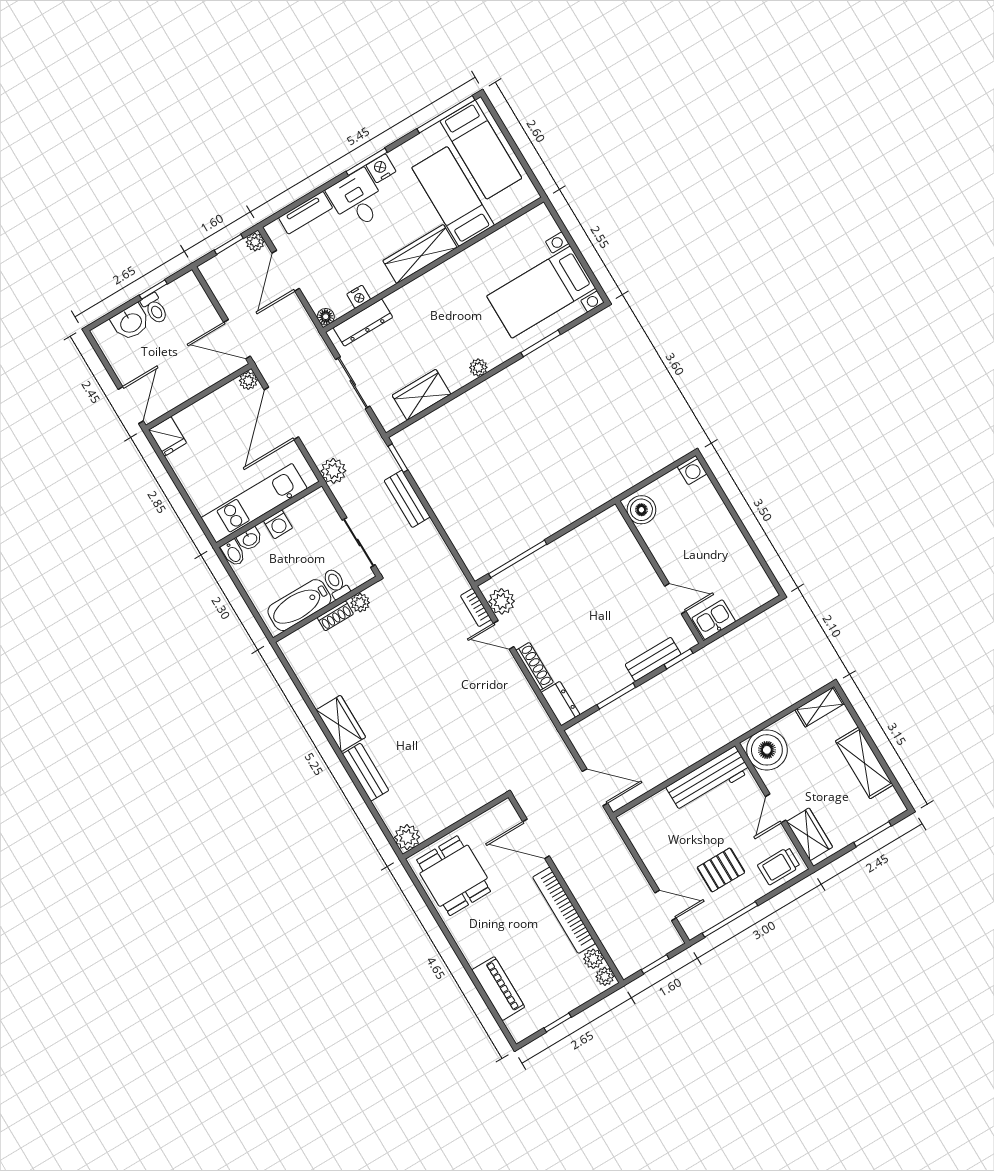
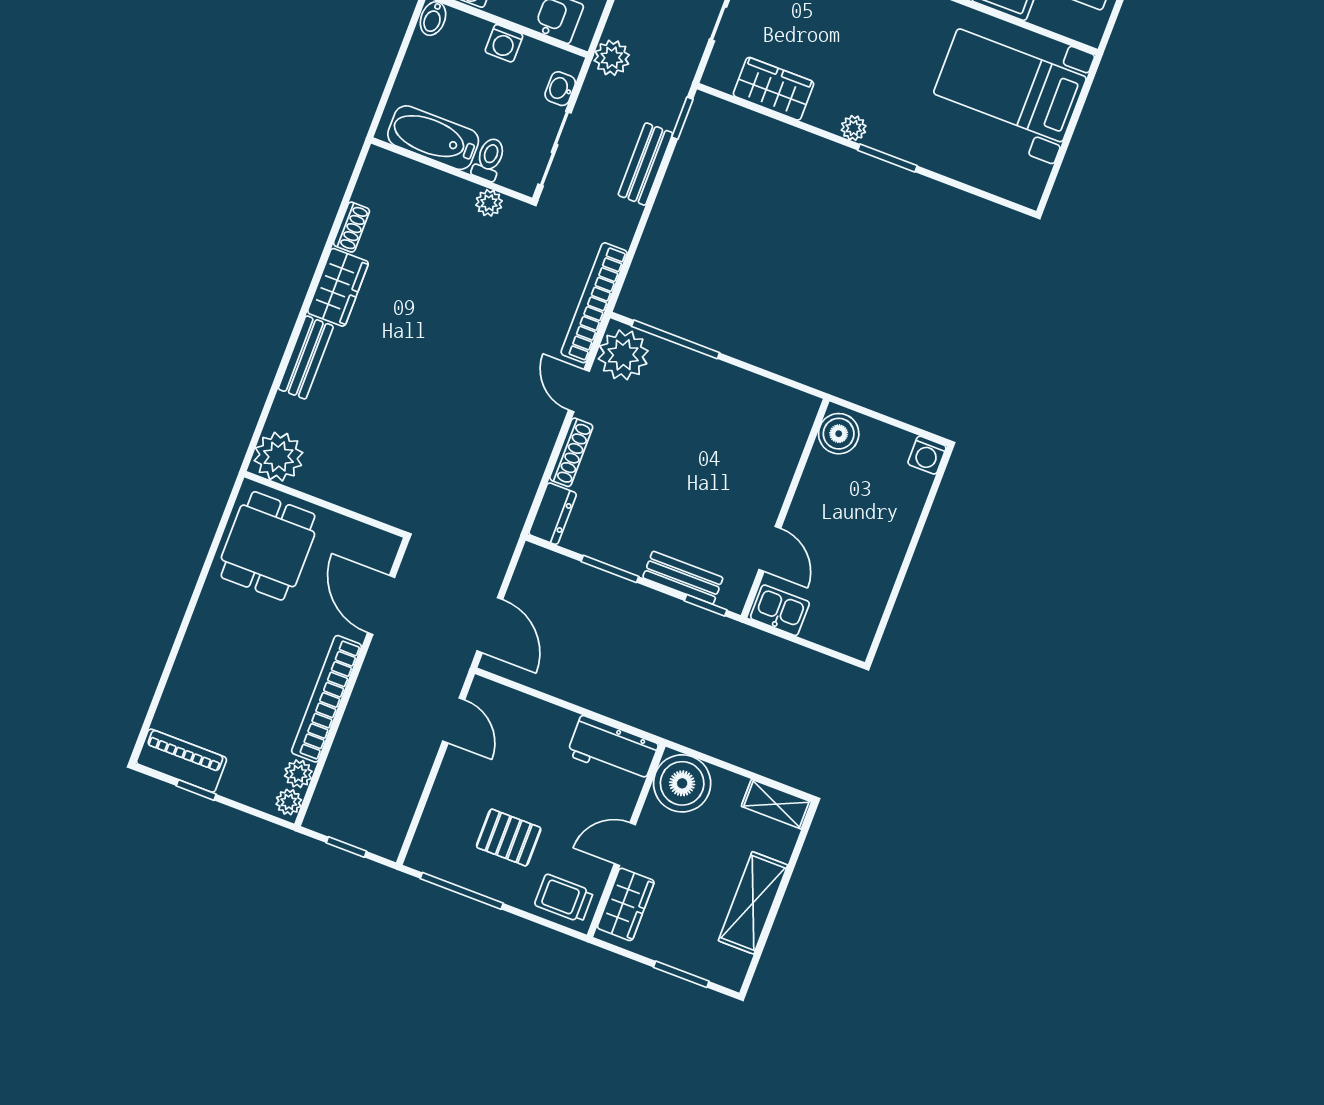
bed with nightstands: (541, 292) -> (1010, 85), moved
window: (541, 343) -> (887, 158), moved
washbasin: (250, 539) -> (560, 89), moved, turned 90
plant: (502, 601) -> (623, 355), width x1.36, depth x1.36
bookcase: (476, 608) -> (594, 303), width x2.31, depth x1.31
shoe rack: (335, 616) -> (351, 227), moved, turned -90
workbench: (708, 779) -> (613, 749), width x0.73
plant: (407, 837) -> (278, 457), width x1.36, depth x1.36
door: (665, 905) -> (454, 720), moved
piano: (498, 989) -> (182, 761), moved, turned -90

